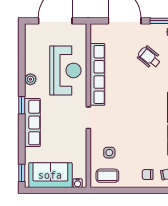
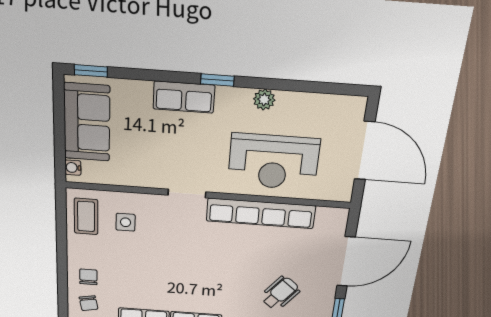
row of seats: (32, 122) -> (184, 97), width x0.68

